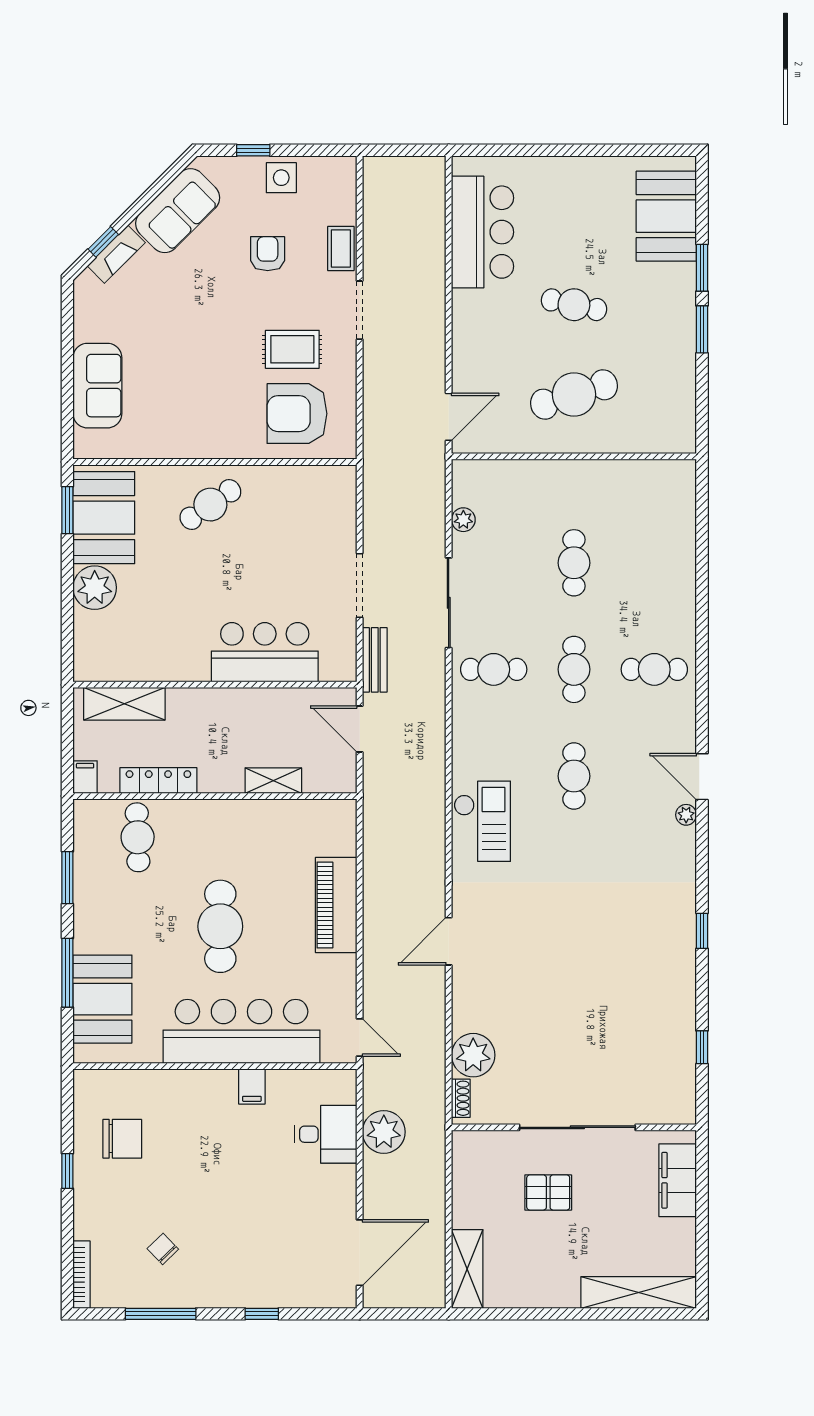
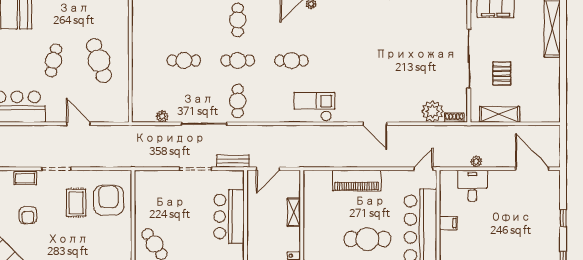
armchair: (268, 254) -> (28, 215), turned -90
armchair: (297, 414) -> (109, 200), turned 180
door: (449, 417) -> (78, 124), moved
plant: (384, 1132) -> (476, 162), width x0.53, depth x0.53
shelving: (467, 1269) -> (500, 114), moved

